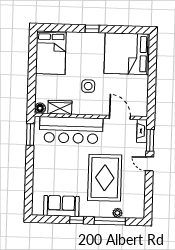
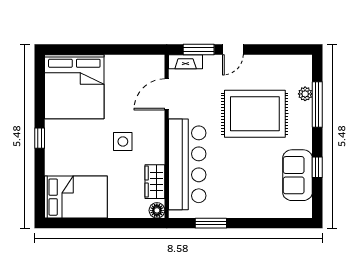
window: (30, 135) -> (211, 223), moved
window: (77, 220) -> (317, 167), moved

